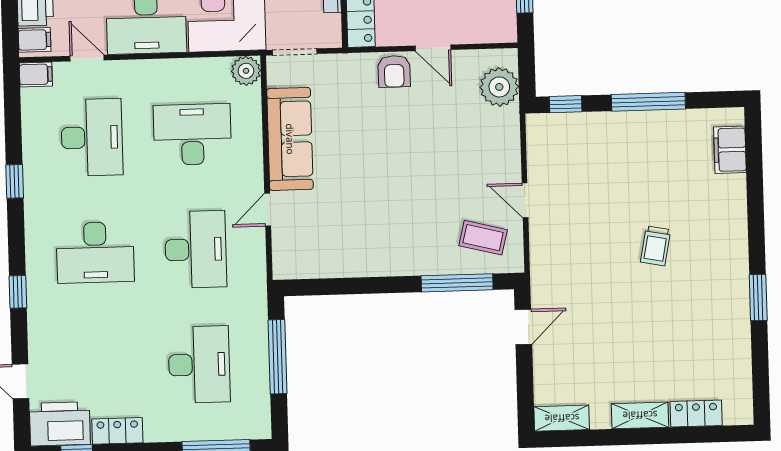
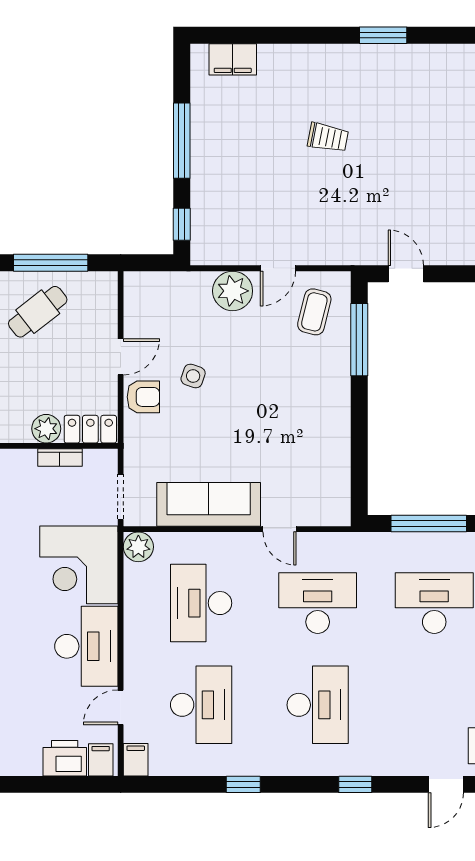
plant: (499, 87) -> (233, 291), moved
side table: (416, 120) -> (193, 376), added
desk: (92, 137) -> (201, 705), turned 90

